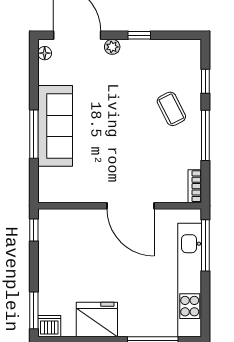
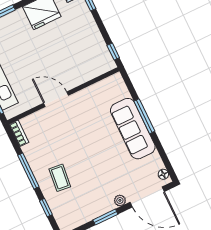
window: (139, 35) -> (105, 217), width x1.50
coffee table: (171, 109) -> (60, 178), turned 33
door: (130, 206) -> (56, 99), width x0.73

